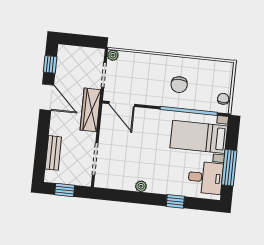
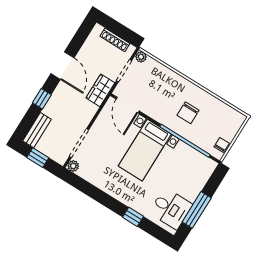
shoe rack: (82, 51) -> (115, 40), added
window: (50, 64) -> (42, 99), moved
wardrobe: (90, 110) -> (100, 90), width x0.67
bed with nightstands: (199, 137) -> (145, 150), moved, turned -90
bench: (53, 153) -> (37, 130), moved
plant: (141, 186) -> (73, 166), moved

